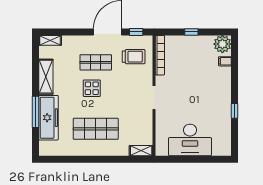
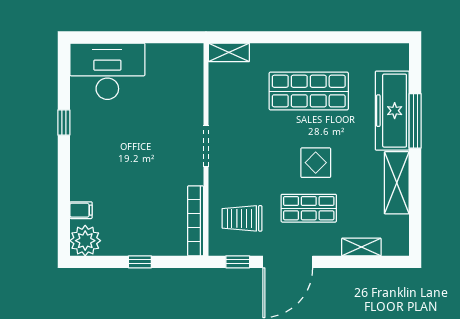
shelving: (50, 40) -> (361, 247), moved
desk: (190, 140) -> (107, 71), moved

